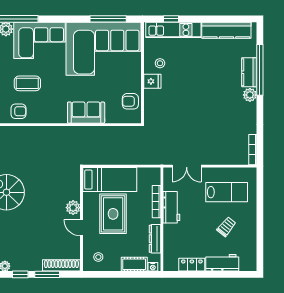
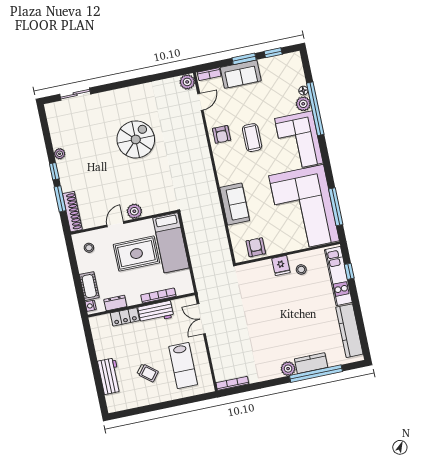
dresser: (155, 239) -> (115, 303), width x0.70
locker: (192, 265) -> (125, 317), moved, turned 90

